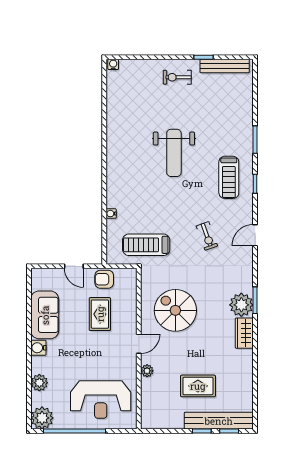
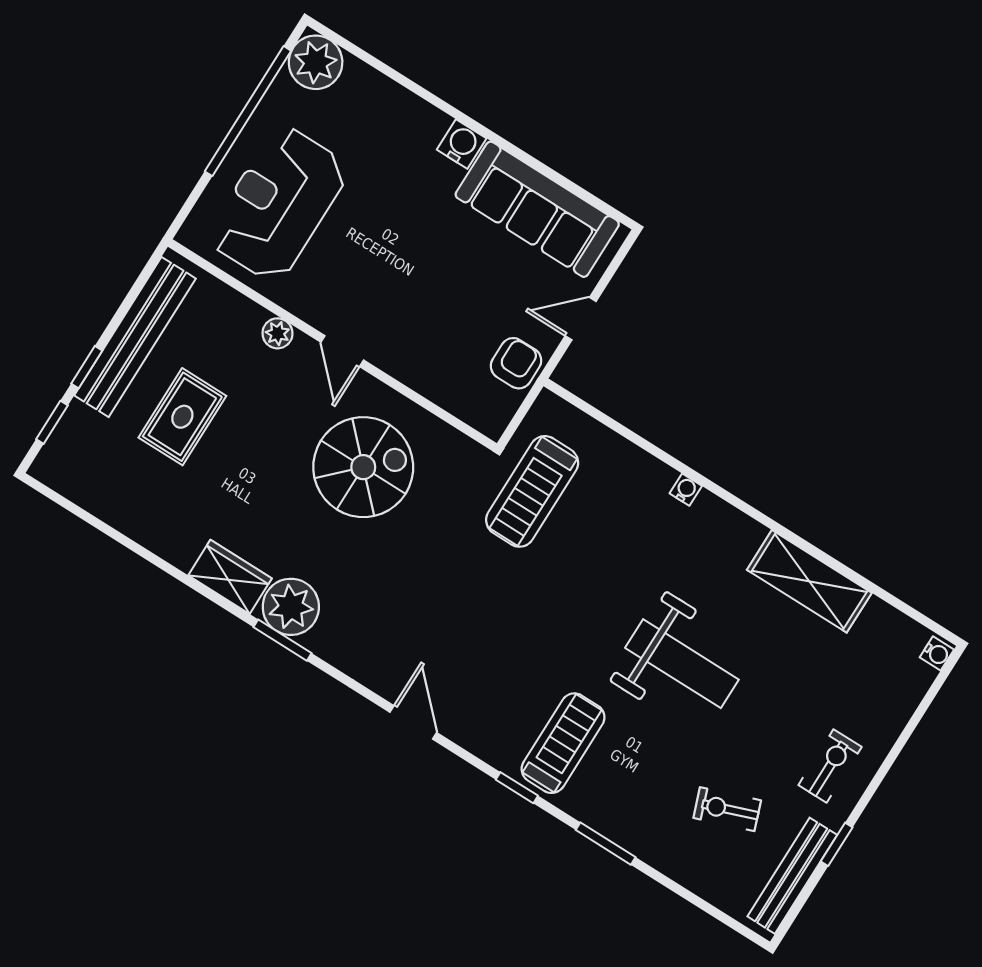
shelving: (116, 126) -> (809, 581), added
weight bench: (174, 153) -> (682, 664), turned 180
treadmill: (229, 177) -> (563, 743), turned 90
water cooler: (111, 214) -> (686, 490), moved
exercise bike: (207, 236) -> (727, 809), moved
treadmill: (146, 245) -> (532, 491), turned 180
rug: (100, 314) -> (451, 310), removed
sofa: (45, 315) -> (537, 209), width x1.36
plant: (39, 383) -> (390, 101), removed
bench: (219, 421) -> (135, 337), moved

